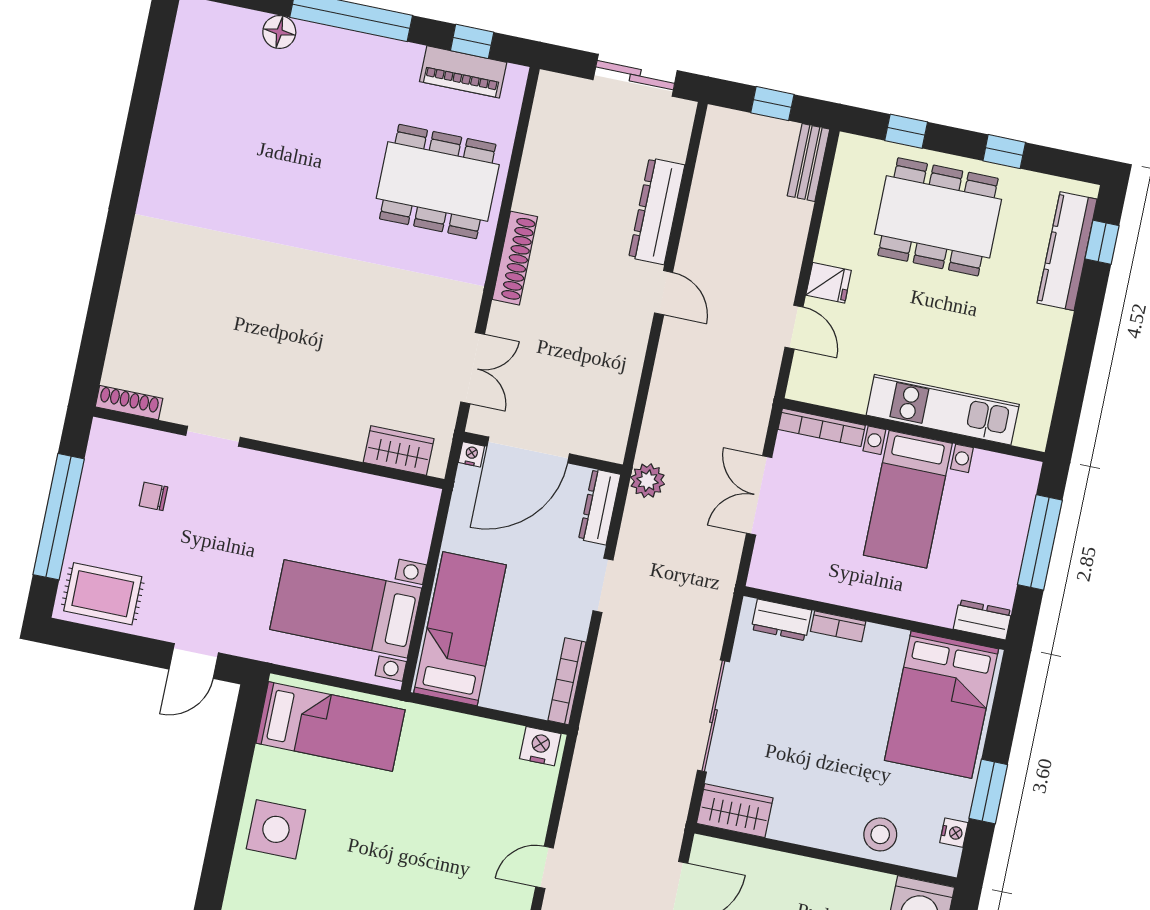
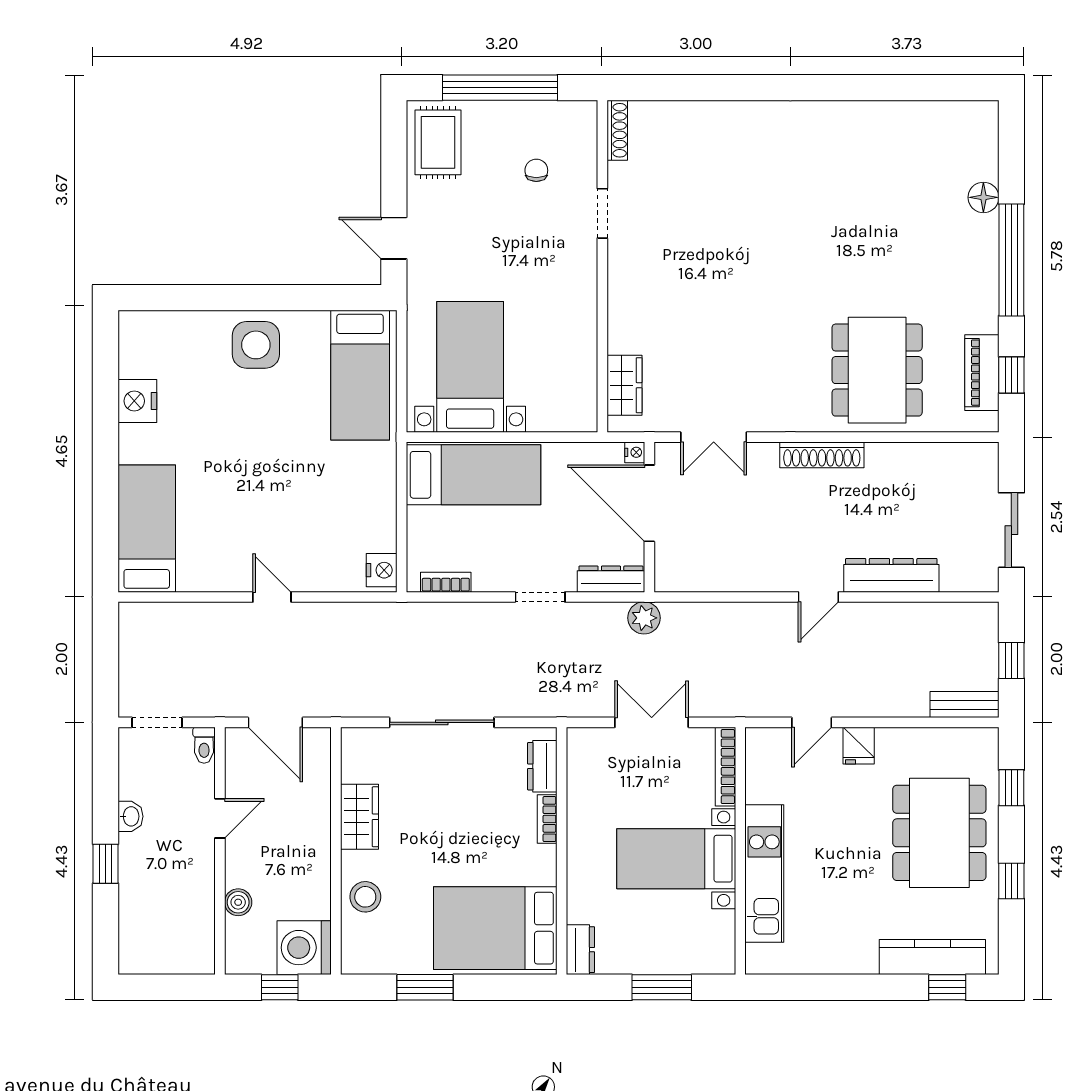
window: (1040, 542) -> (662, 987), width x0.69
bookcase: (567, 681) -> (446, 582), width x0.64
wardrobe: (735, 811) -> (360, 817), moved
nightstand: (954, 833) -> (381, 964), removed

